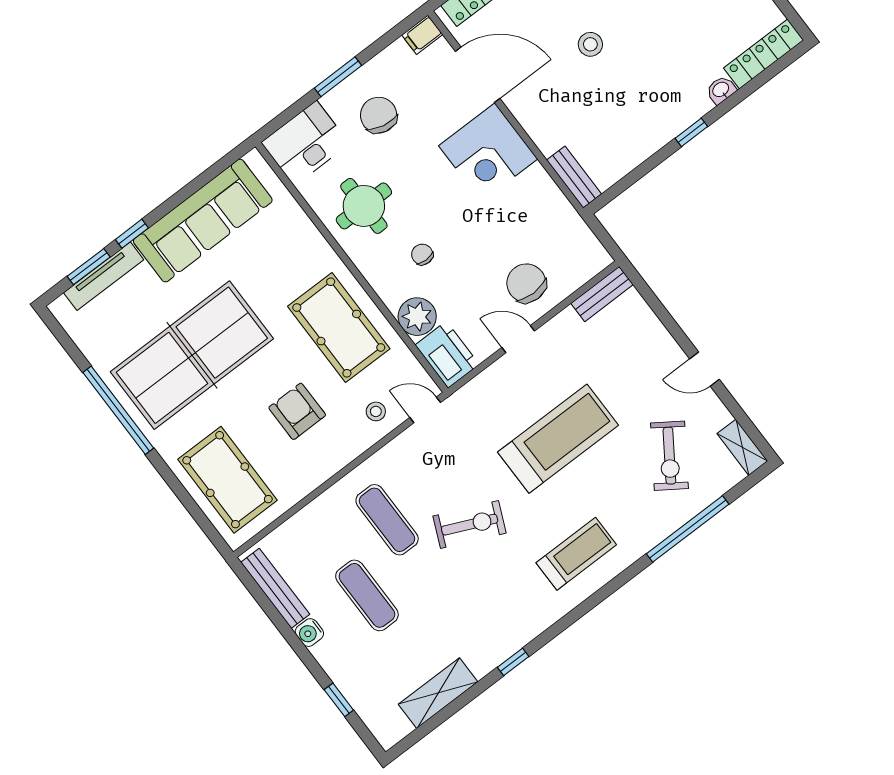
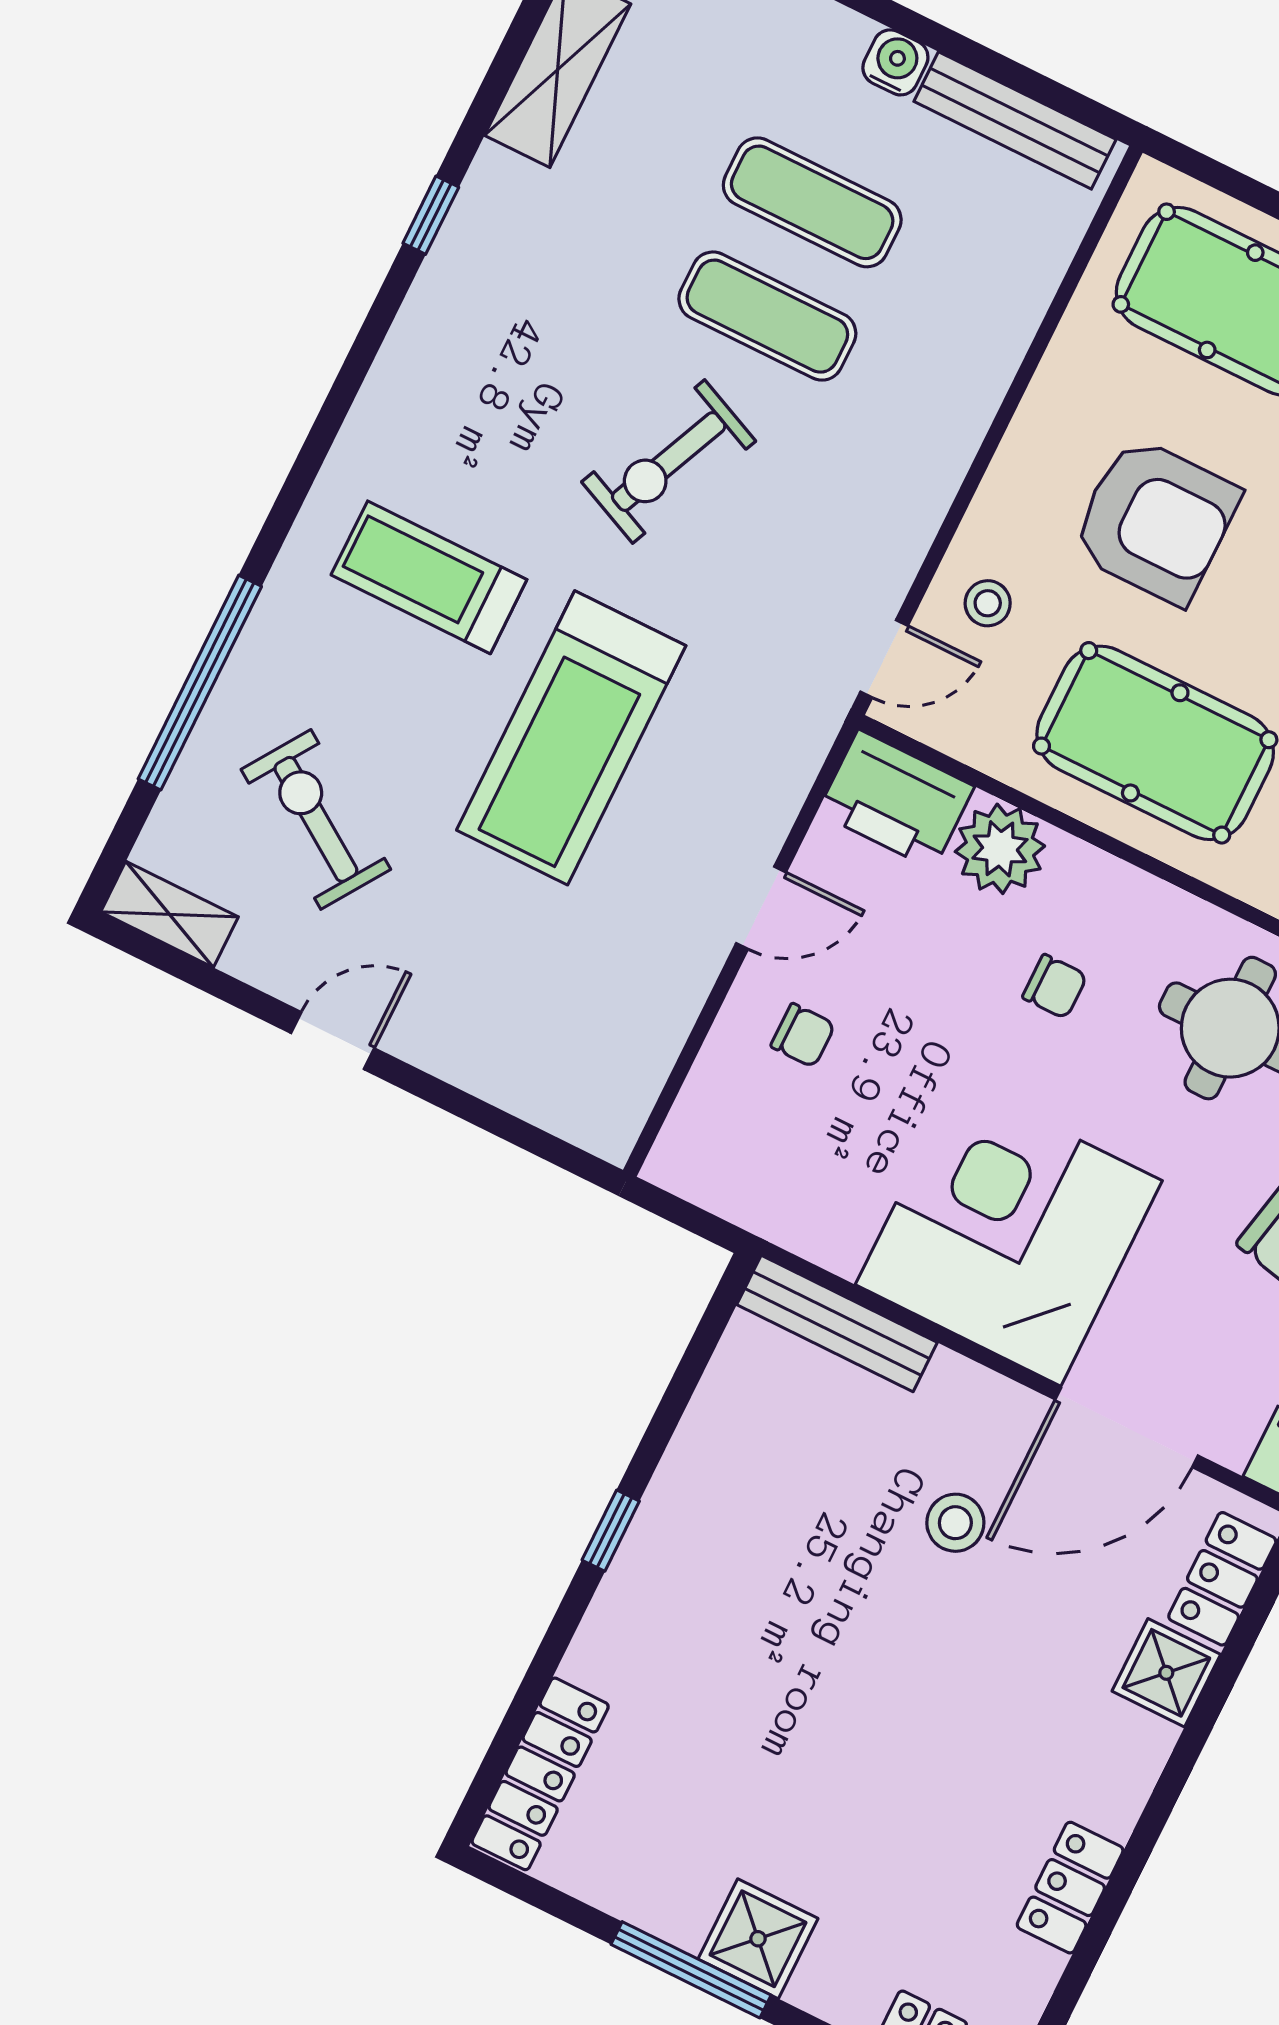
stool: (590, 44) -> (955, 1523), moved
washbasin: (721, 90) -> (593, 1653), removed
corner desk: (488, 152) -> (1009, 1233), width x1.36, depth x1.36
bench: (574, 177) -> (837, 1324), width x1.36
chair: (526, 283) -> (803, 1035), width x0.54, depth x0.54
bench: (602, 294) -> (630, 1092), removed
armchair: (297, 411) -> (1155, 520), width x1.36, depth x1.36
exercise mat: (387, 520) -> (767, 316), moved
treadmill: (576, 554) -> (429, 577), moved, turned 90

